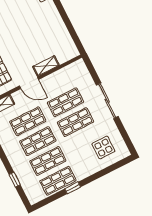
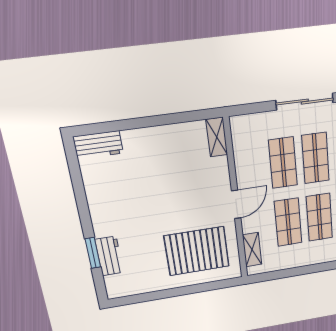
shelving: (46, 66) -> (217, 137), moved

